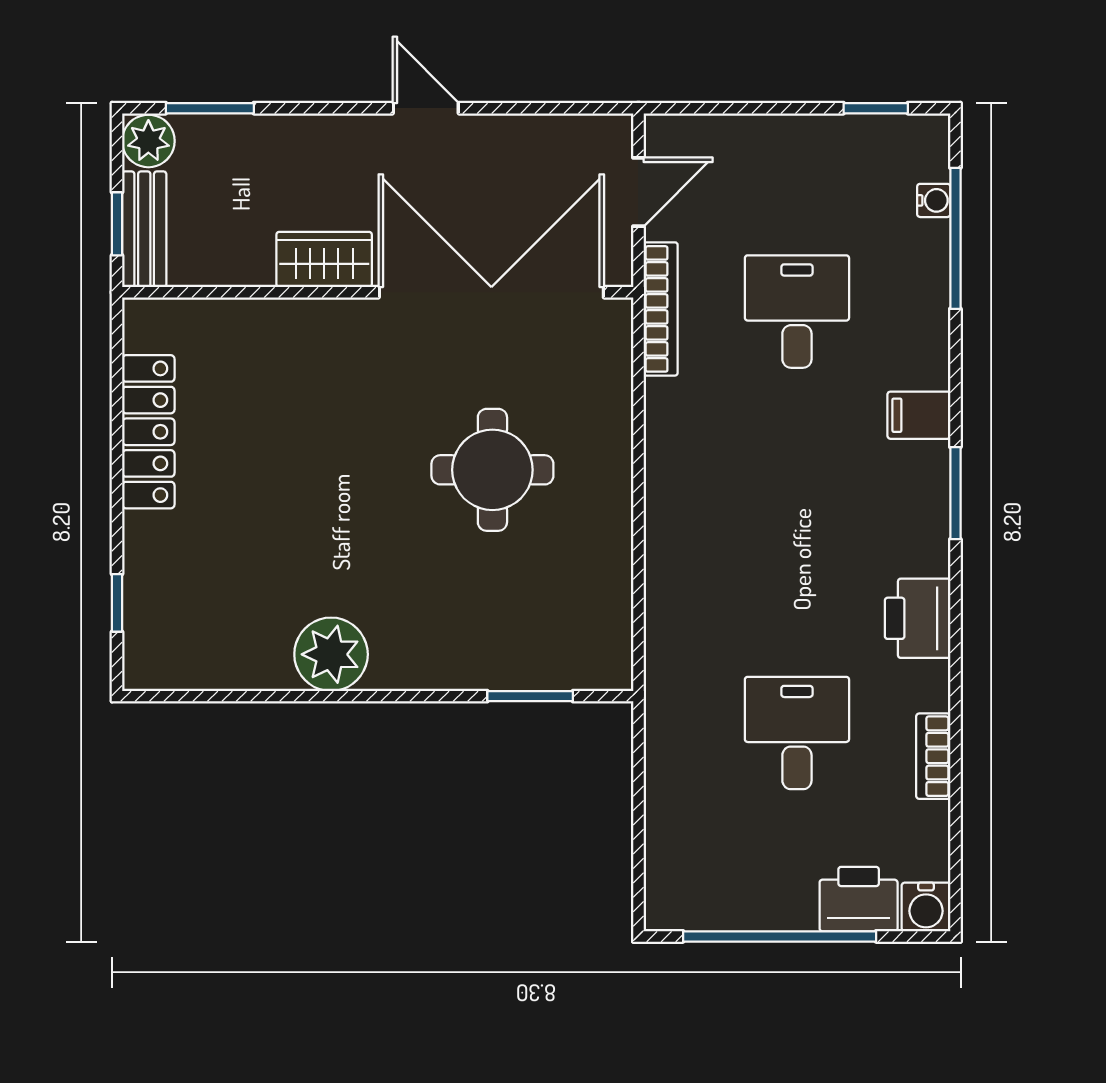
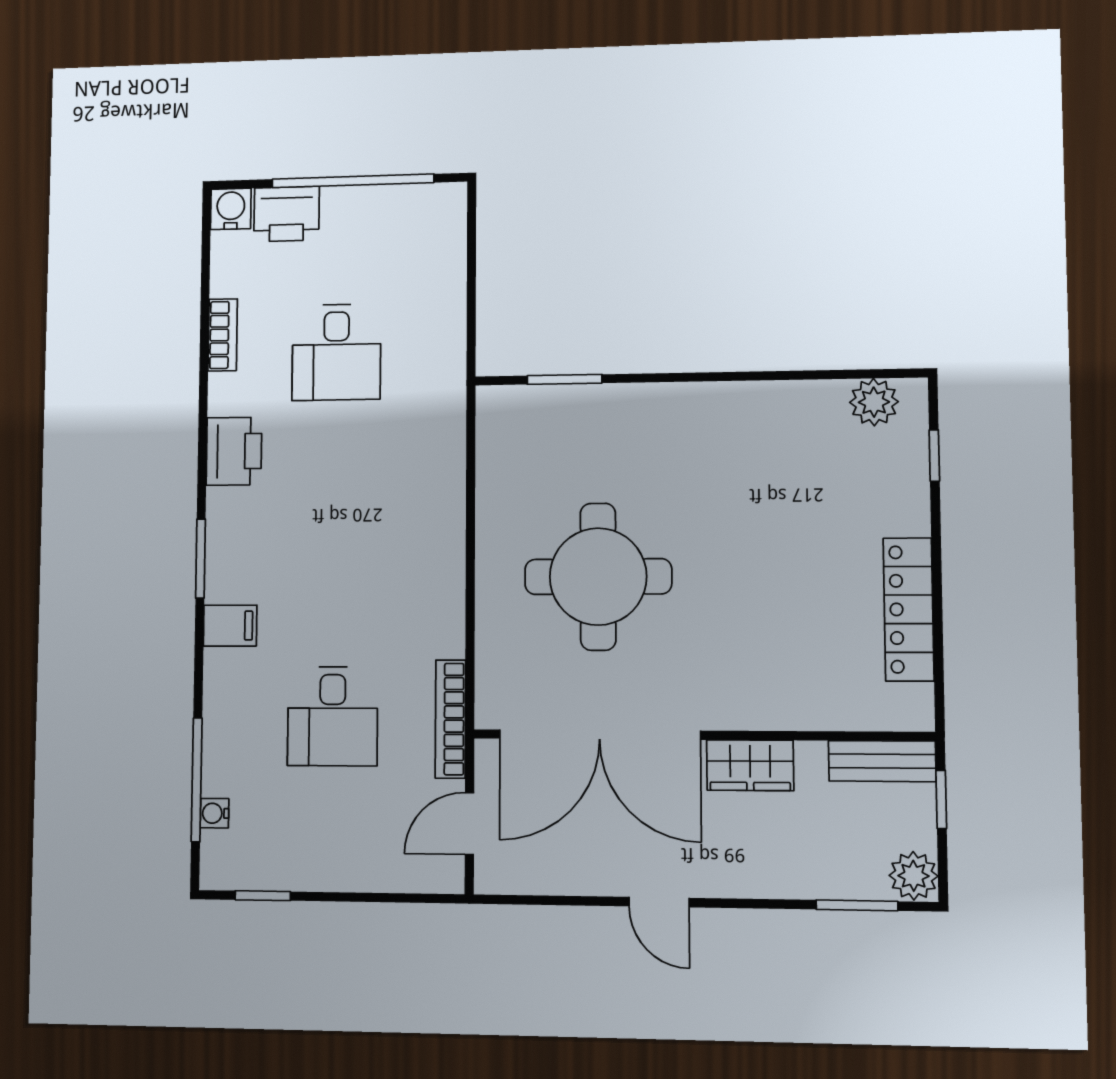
bench: (144, 229) -> (882, 761), moved, turned 90
round table: (492, 470) -> (598, 577), width x1.36, depth x1.36
plant: (331, 654) -> (874, 402), moved, width x0.73, depth x0.73

